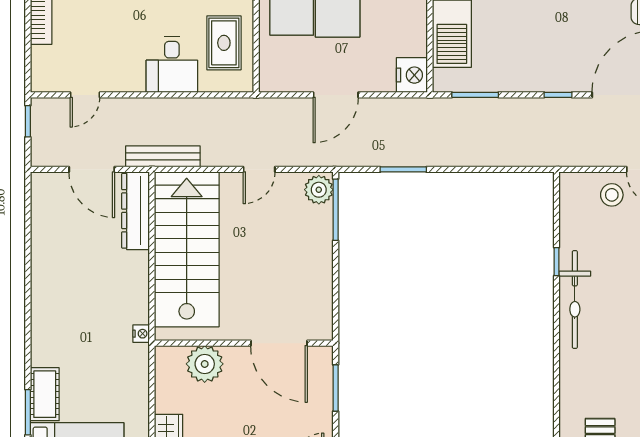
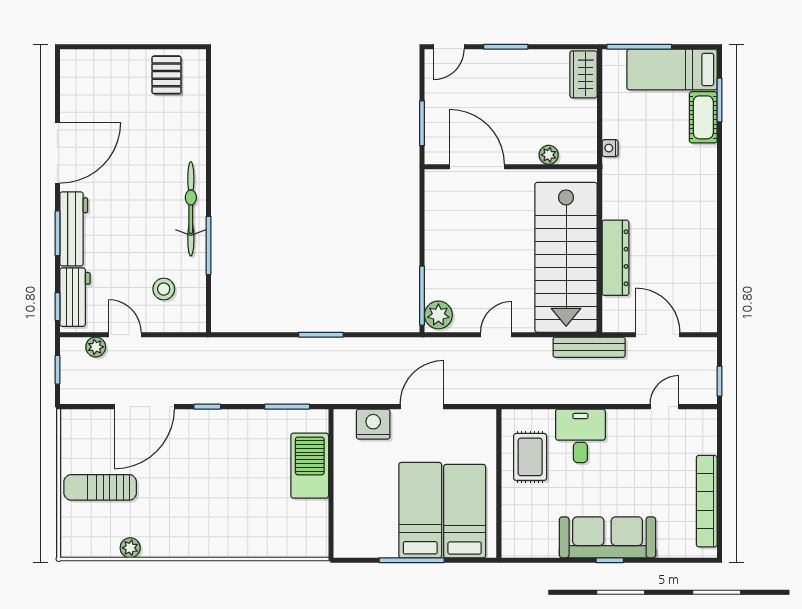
nightstand: (412, 75) -> (373, 424), moved, turned 90
window: (403, 169) -> (321, 335), moved
stool: (612, 195) -> (164, 289), moved
dresser: (136, 211) -> (615, 258), moved
window: (557, 262) -> (209, 245), width x2.17
nightstand: (141, 334) -> (610, 148), moved
plant: (205, 364) -> (549, 155), width x0.53, depth x0.53

